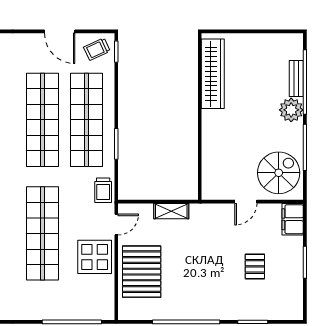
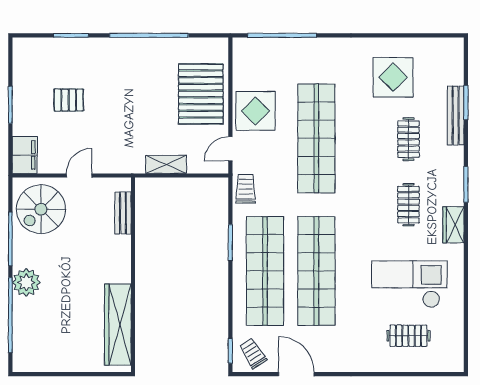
trolley: (97, 49) -> (253, 353), turned -97
bench: (296, 79) -> (123, 213), moved
pallet: (255, 266) -> (69, 100), turned 90

